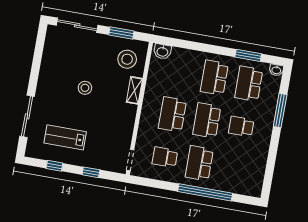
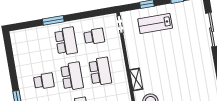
stool: (85, 88) -> (175, 68), removed
lab bench: (65, 137) -> (155, 24), moved, turned 180
window: (205, 192) -> (53, 20), width x0.47

